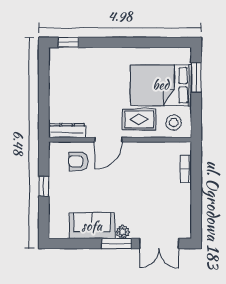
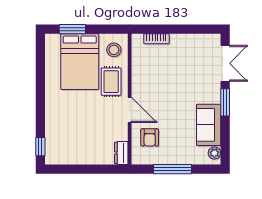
dresser: (67, 131) -> (121, 153), width x0.70
window: (44, 186) -> (173, 169), width x2.17
plant: (123, 232) -> (214, 153), moved

